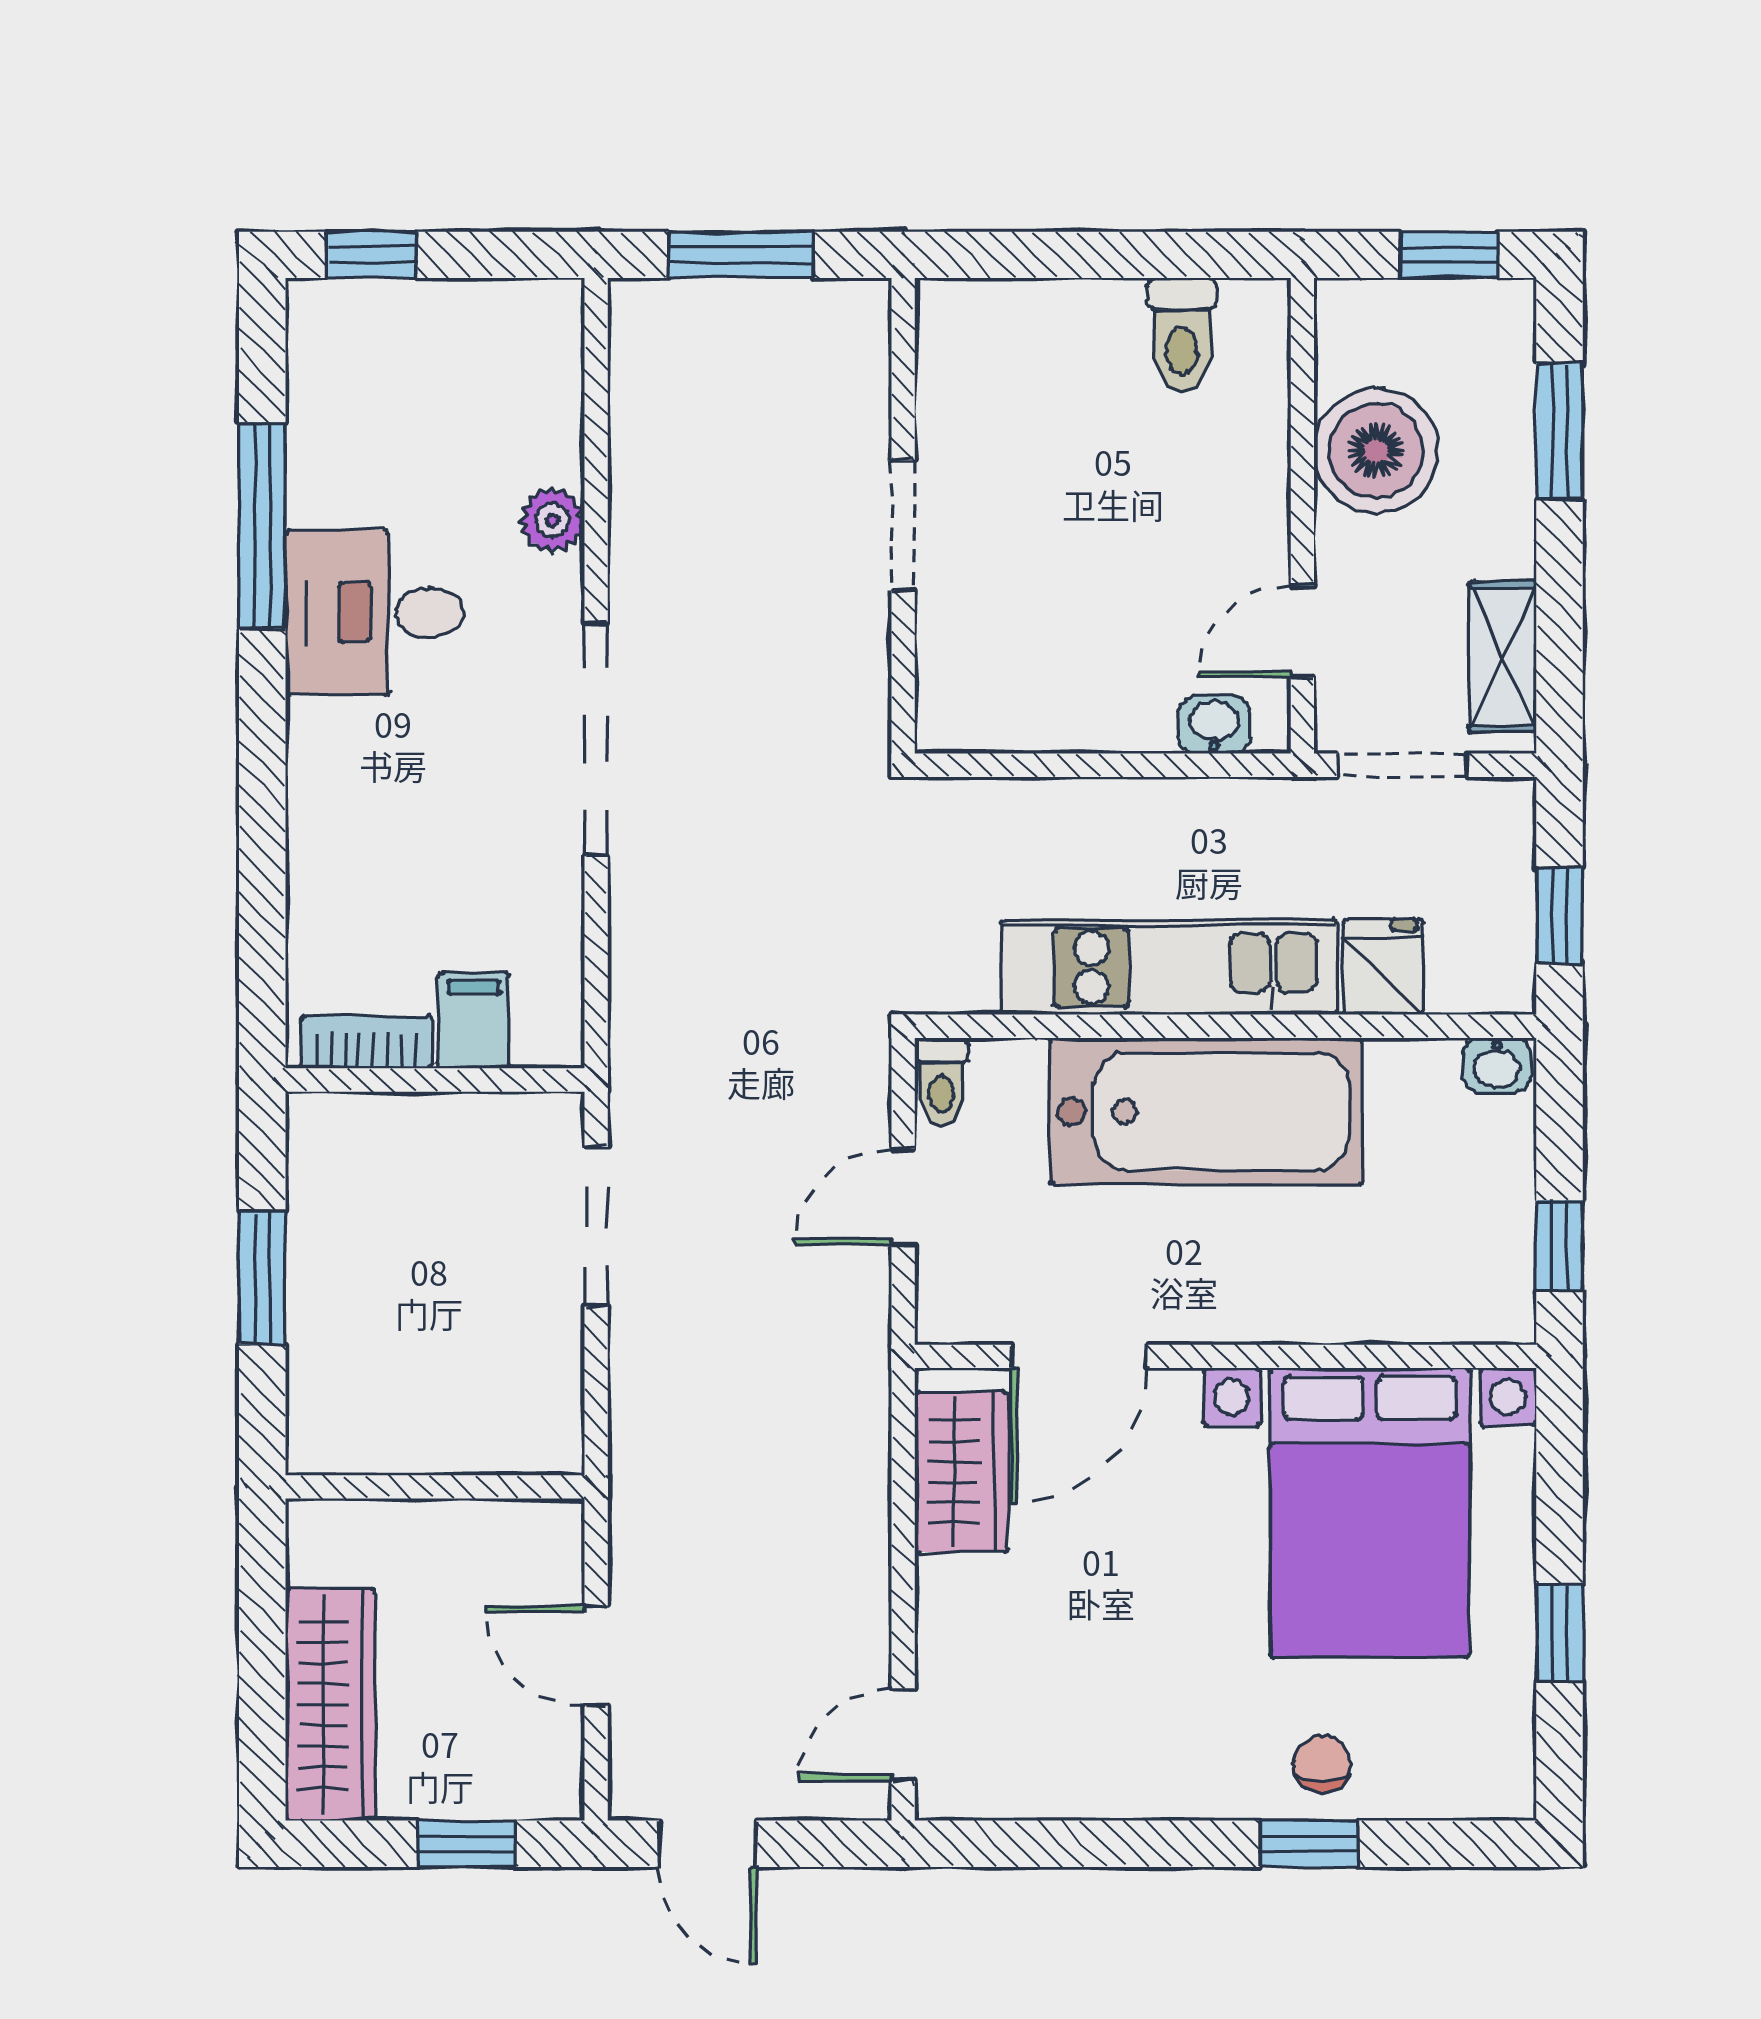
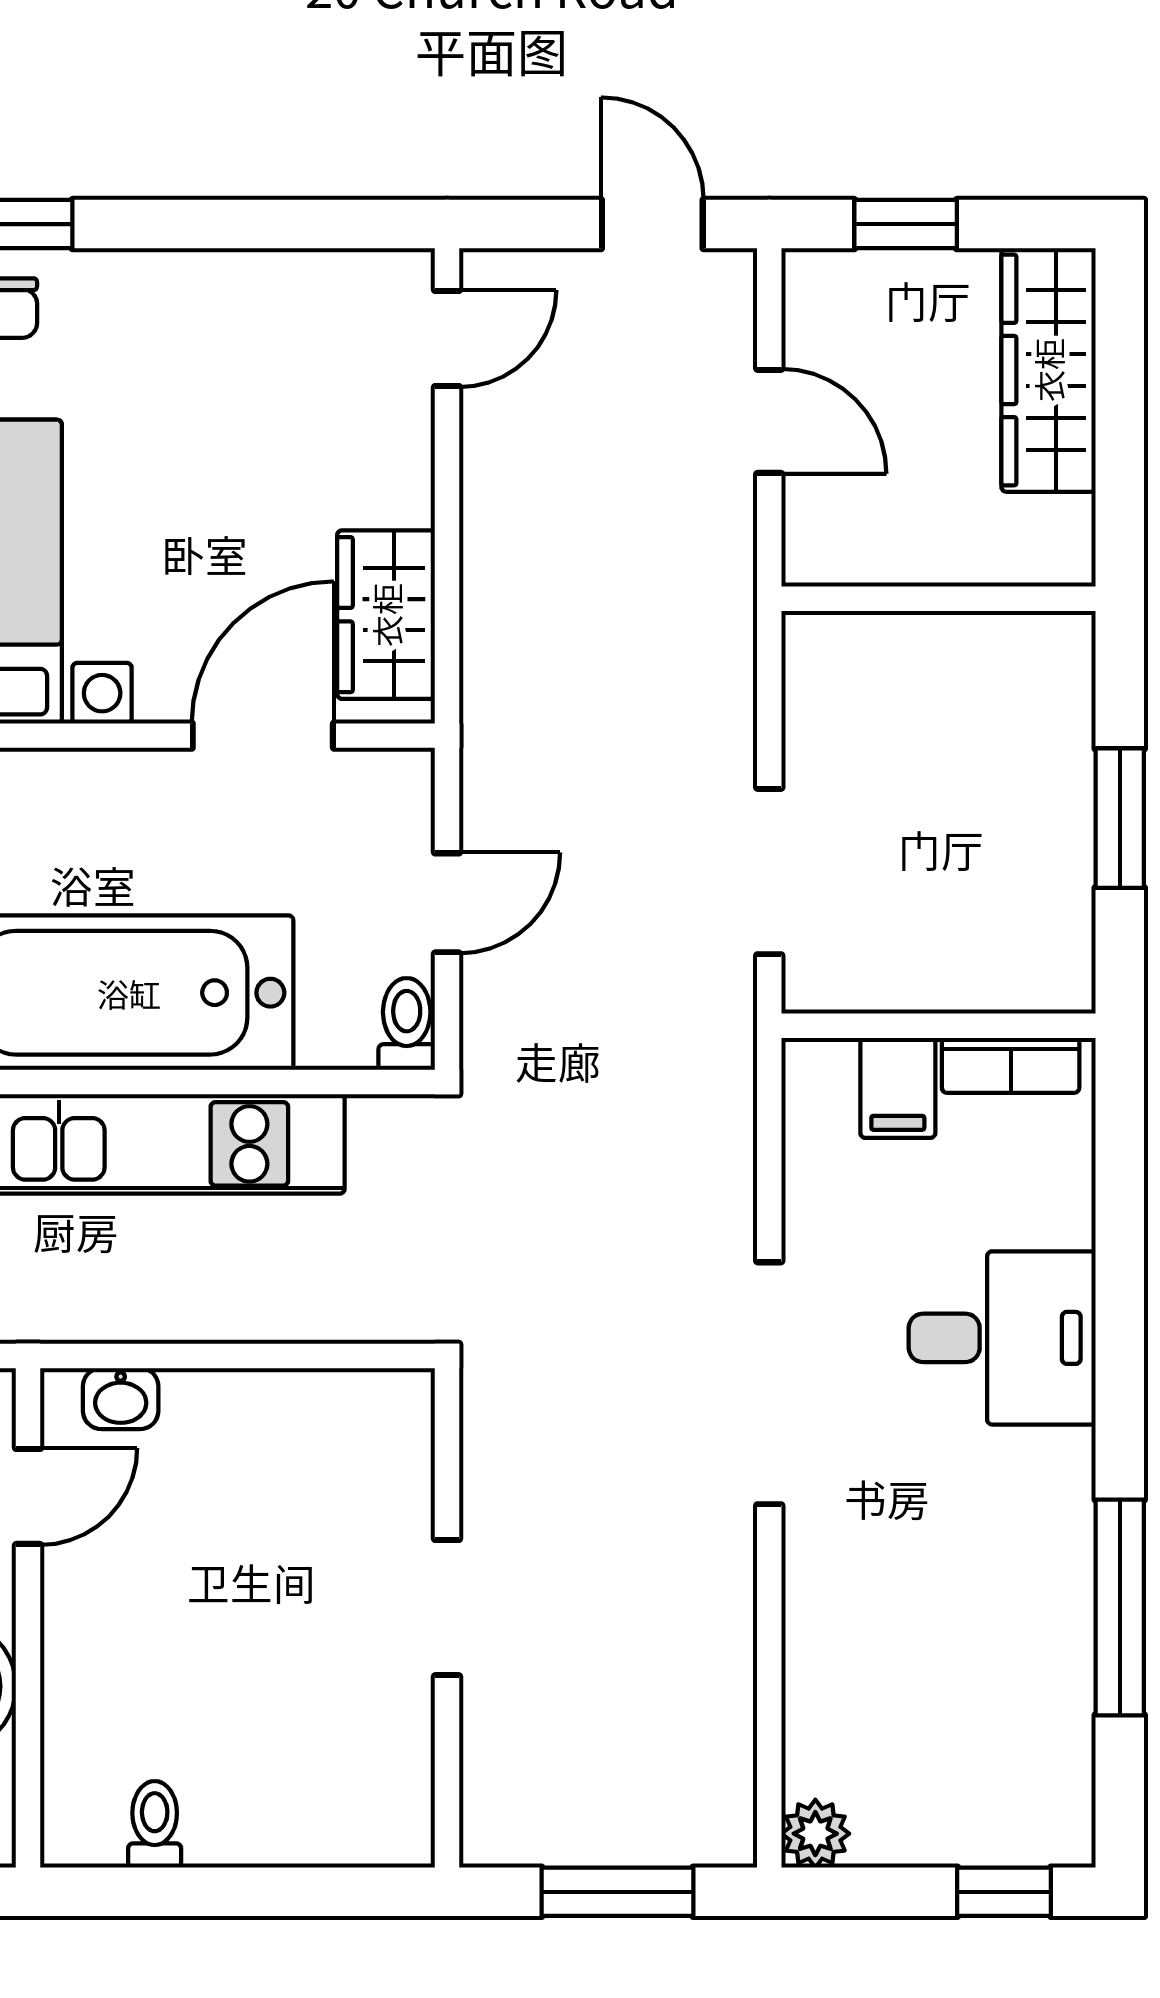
toilet: (1182, 335) -> (155, 1824), width x0.73, depth x0.72
plant: (552, 520) -> (815, 1834), moved
desk: (374, 612) -> (1002, 1338), moved

